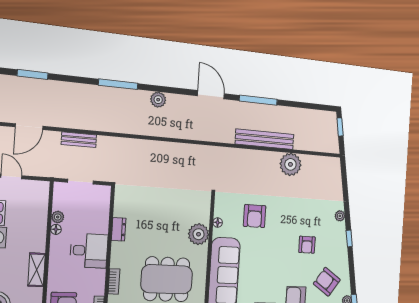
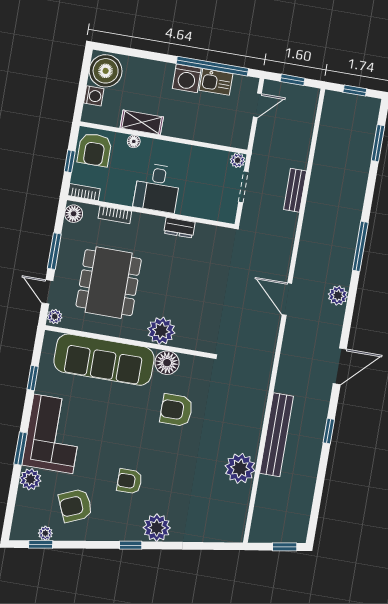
window: (258, 100) -> (329, 431), width x0.46
door: (29, 127) -> (287, 299), moved
plant: (340, 216) -> (157, 528), width x1.88, depth x1.88
plant: (58, 217) -> (238, 160), moved
floor lamp: (218, 223) -> (167, 363), width x1.89, depth x1.89
floor lamp: (56, 229) -> (134, 141), moved
armchair: (327, 282) -> (75, 506), turned -148

